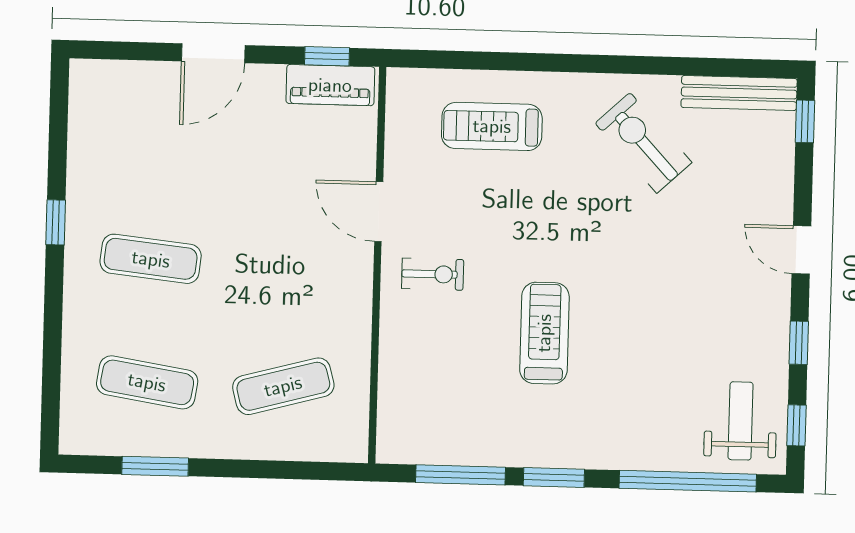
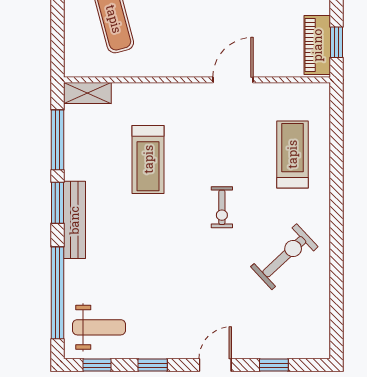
bench: (739, 93) -> (74, 220), moved
window: (805, 121) -> (274, 365), moved
exercise bike: (433, 274) -> (222, 207), moved
treadmill: (544, 333) -> (148, 159), moved, turned 90
shelving: (392, 428) -> (87, 93), added

